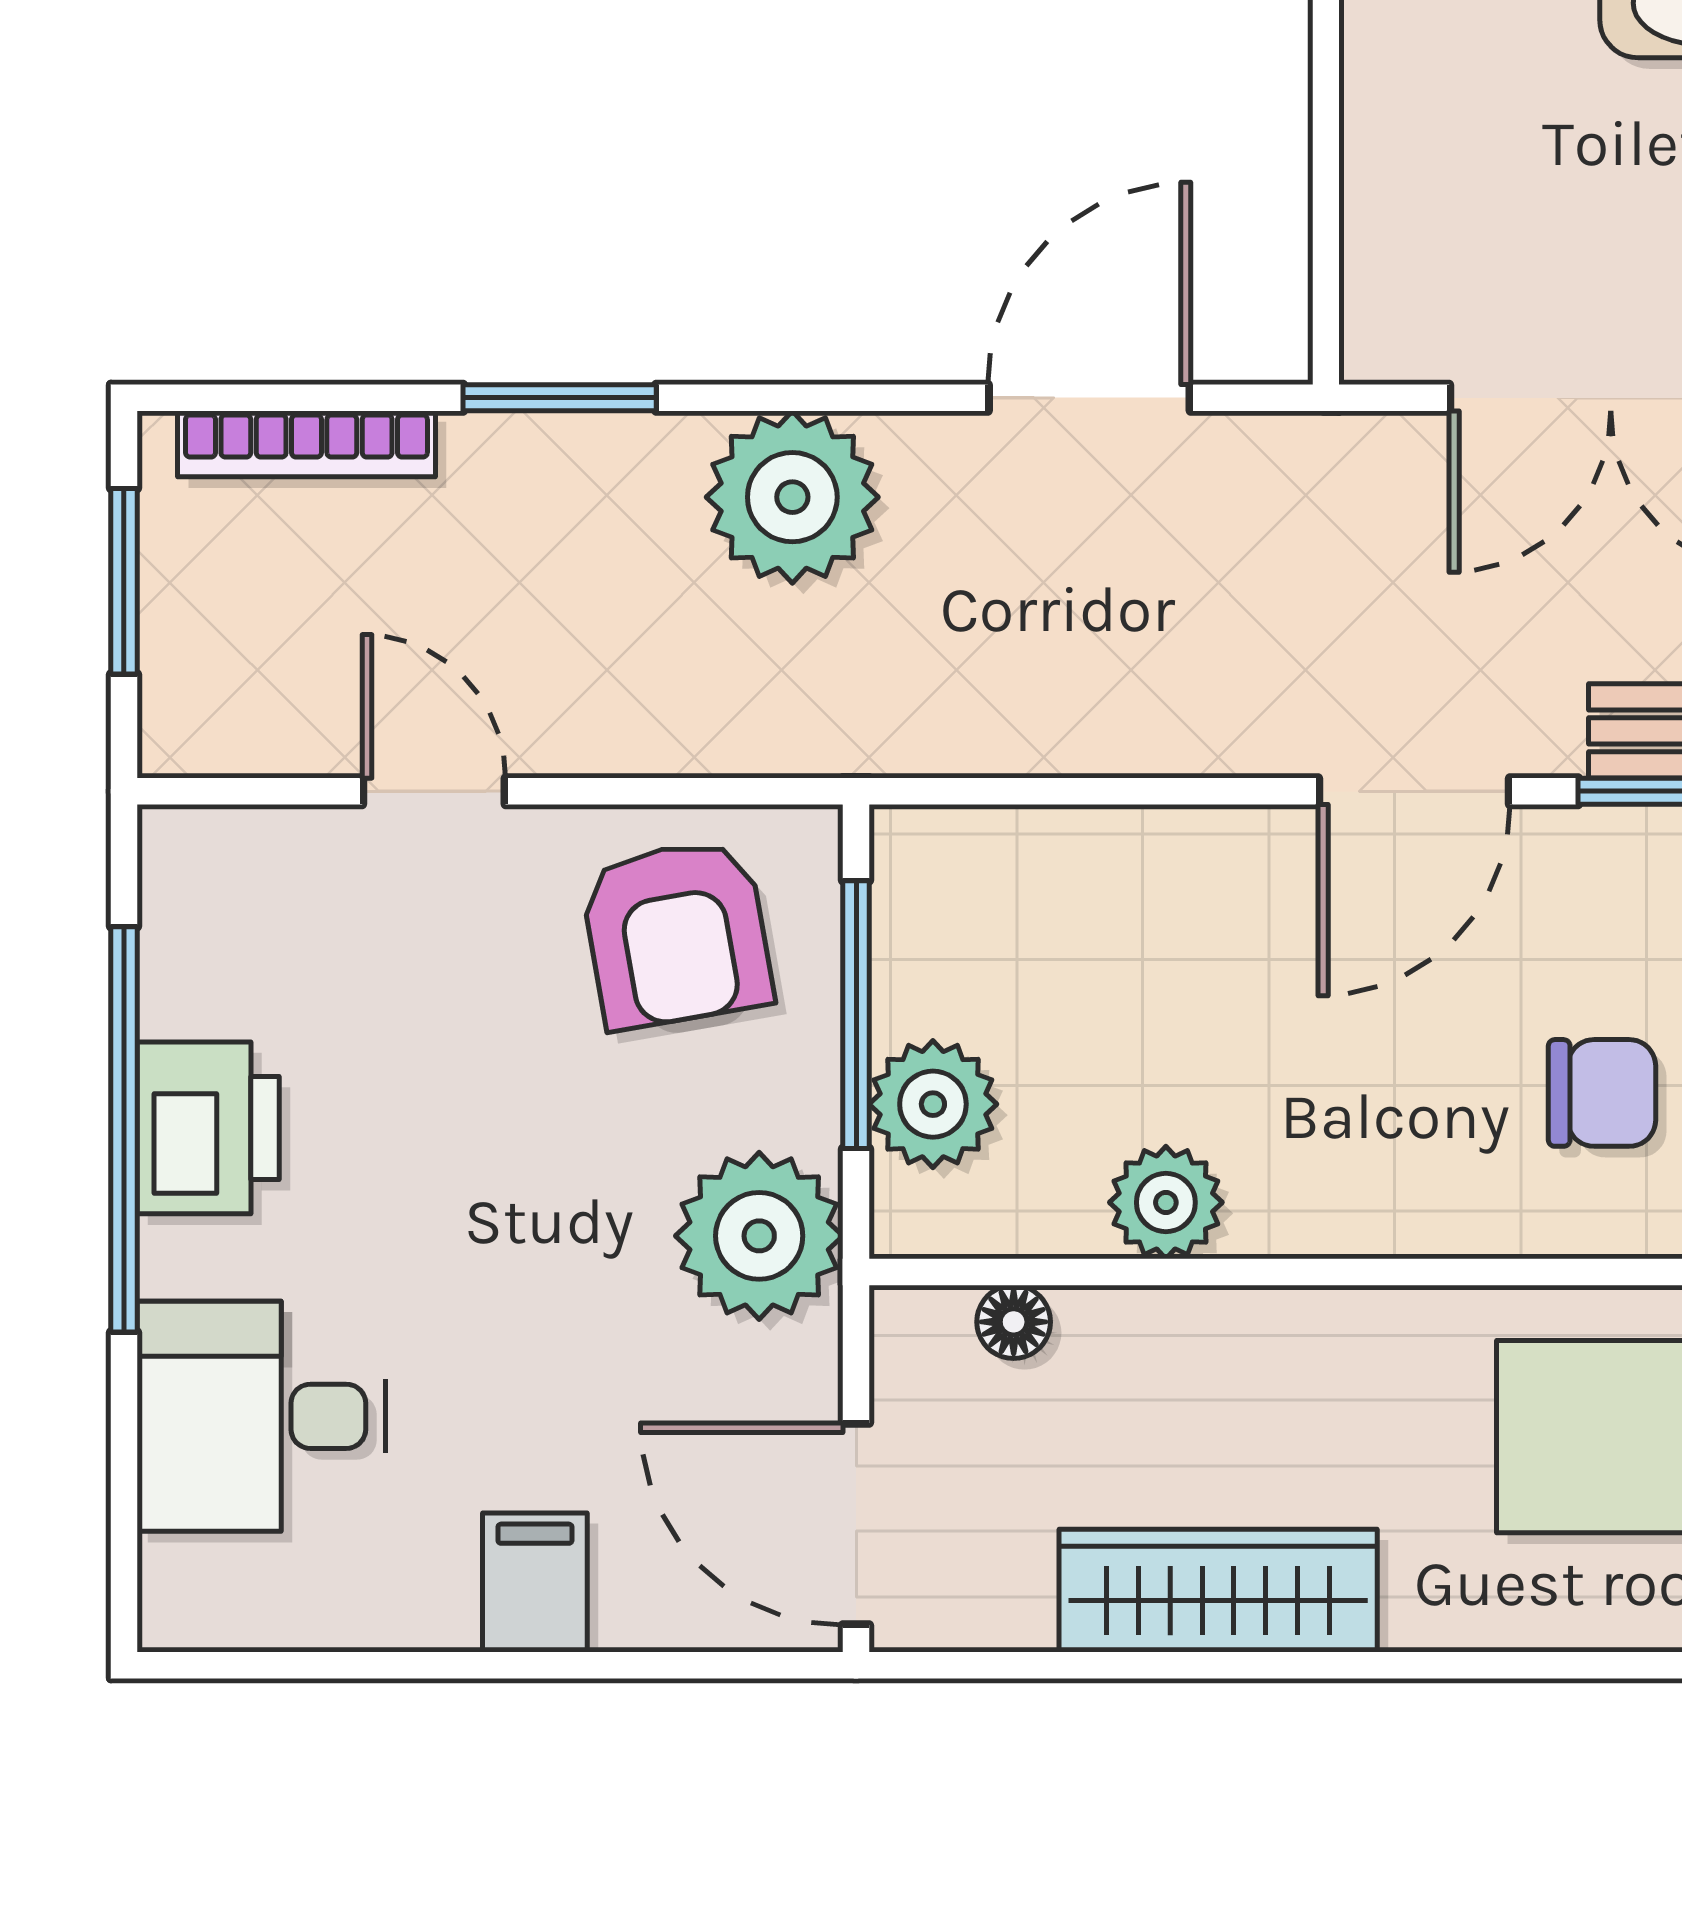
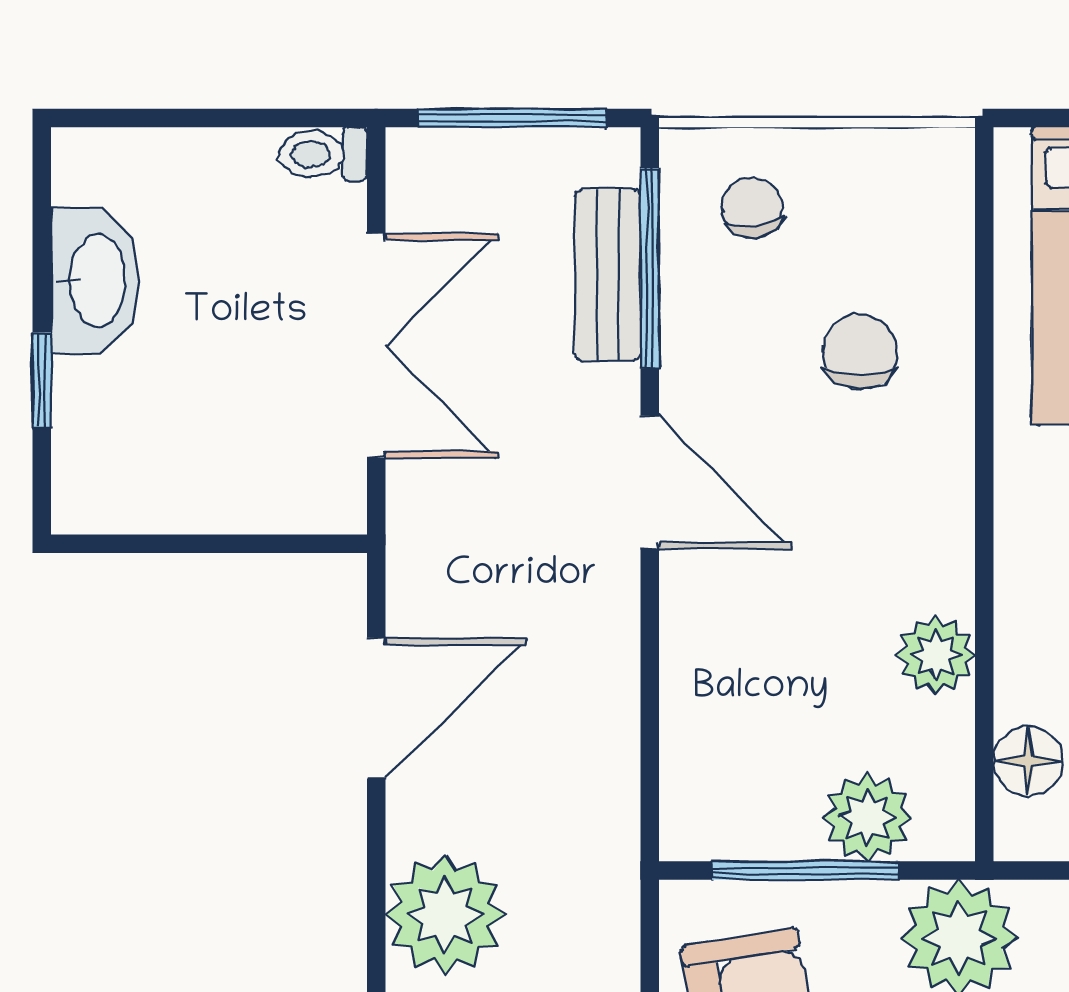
door: (1089, 398) -> (376, 708), swing flipped
floor lamp: (1014, 1322) -> (1028, 761), width x1.37, depth x1.37

